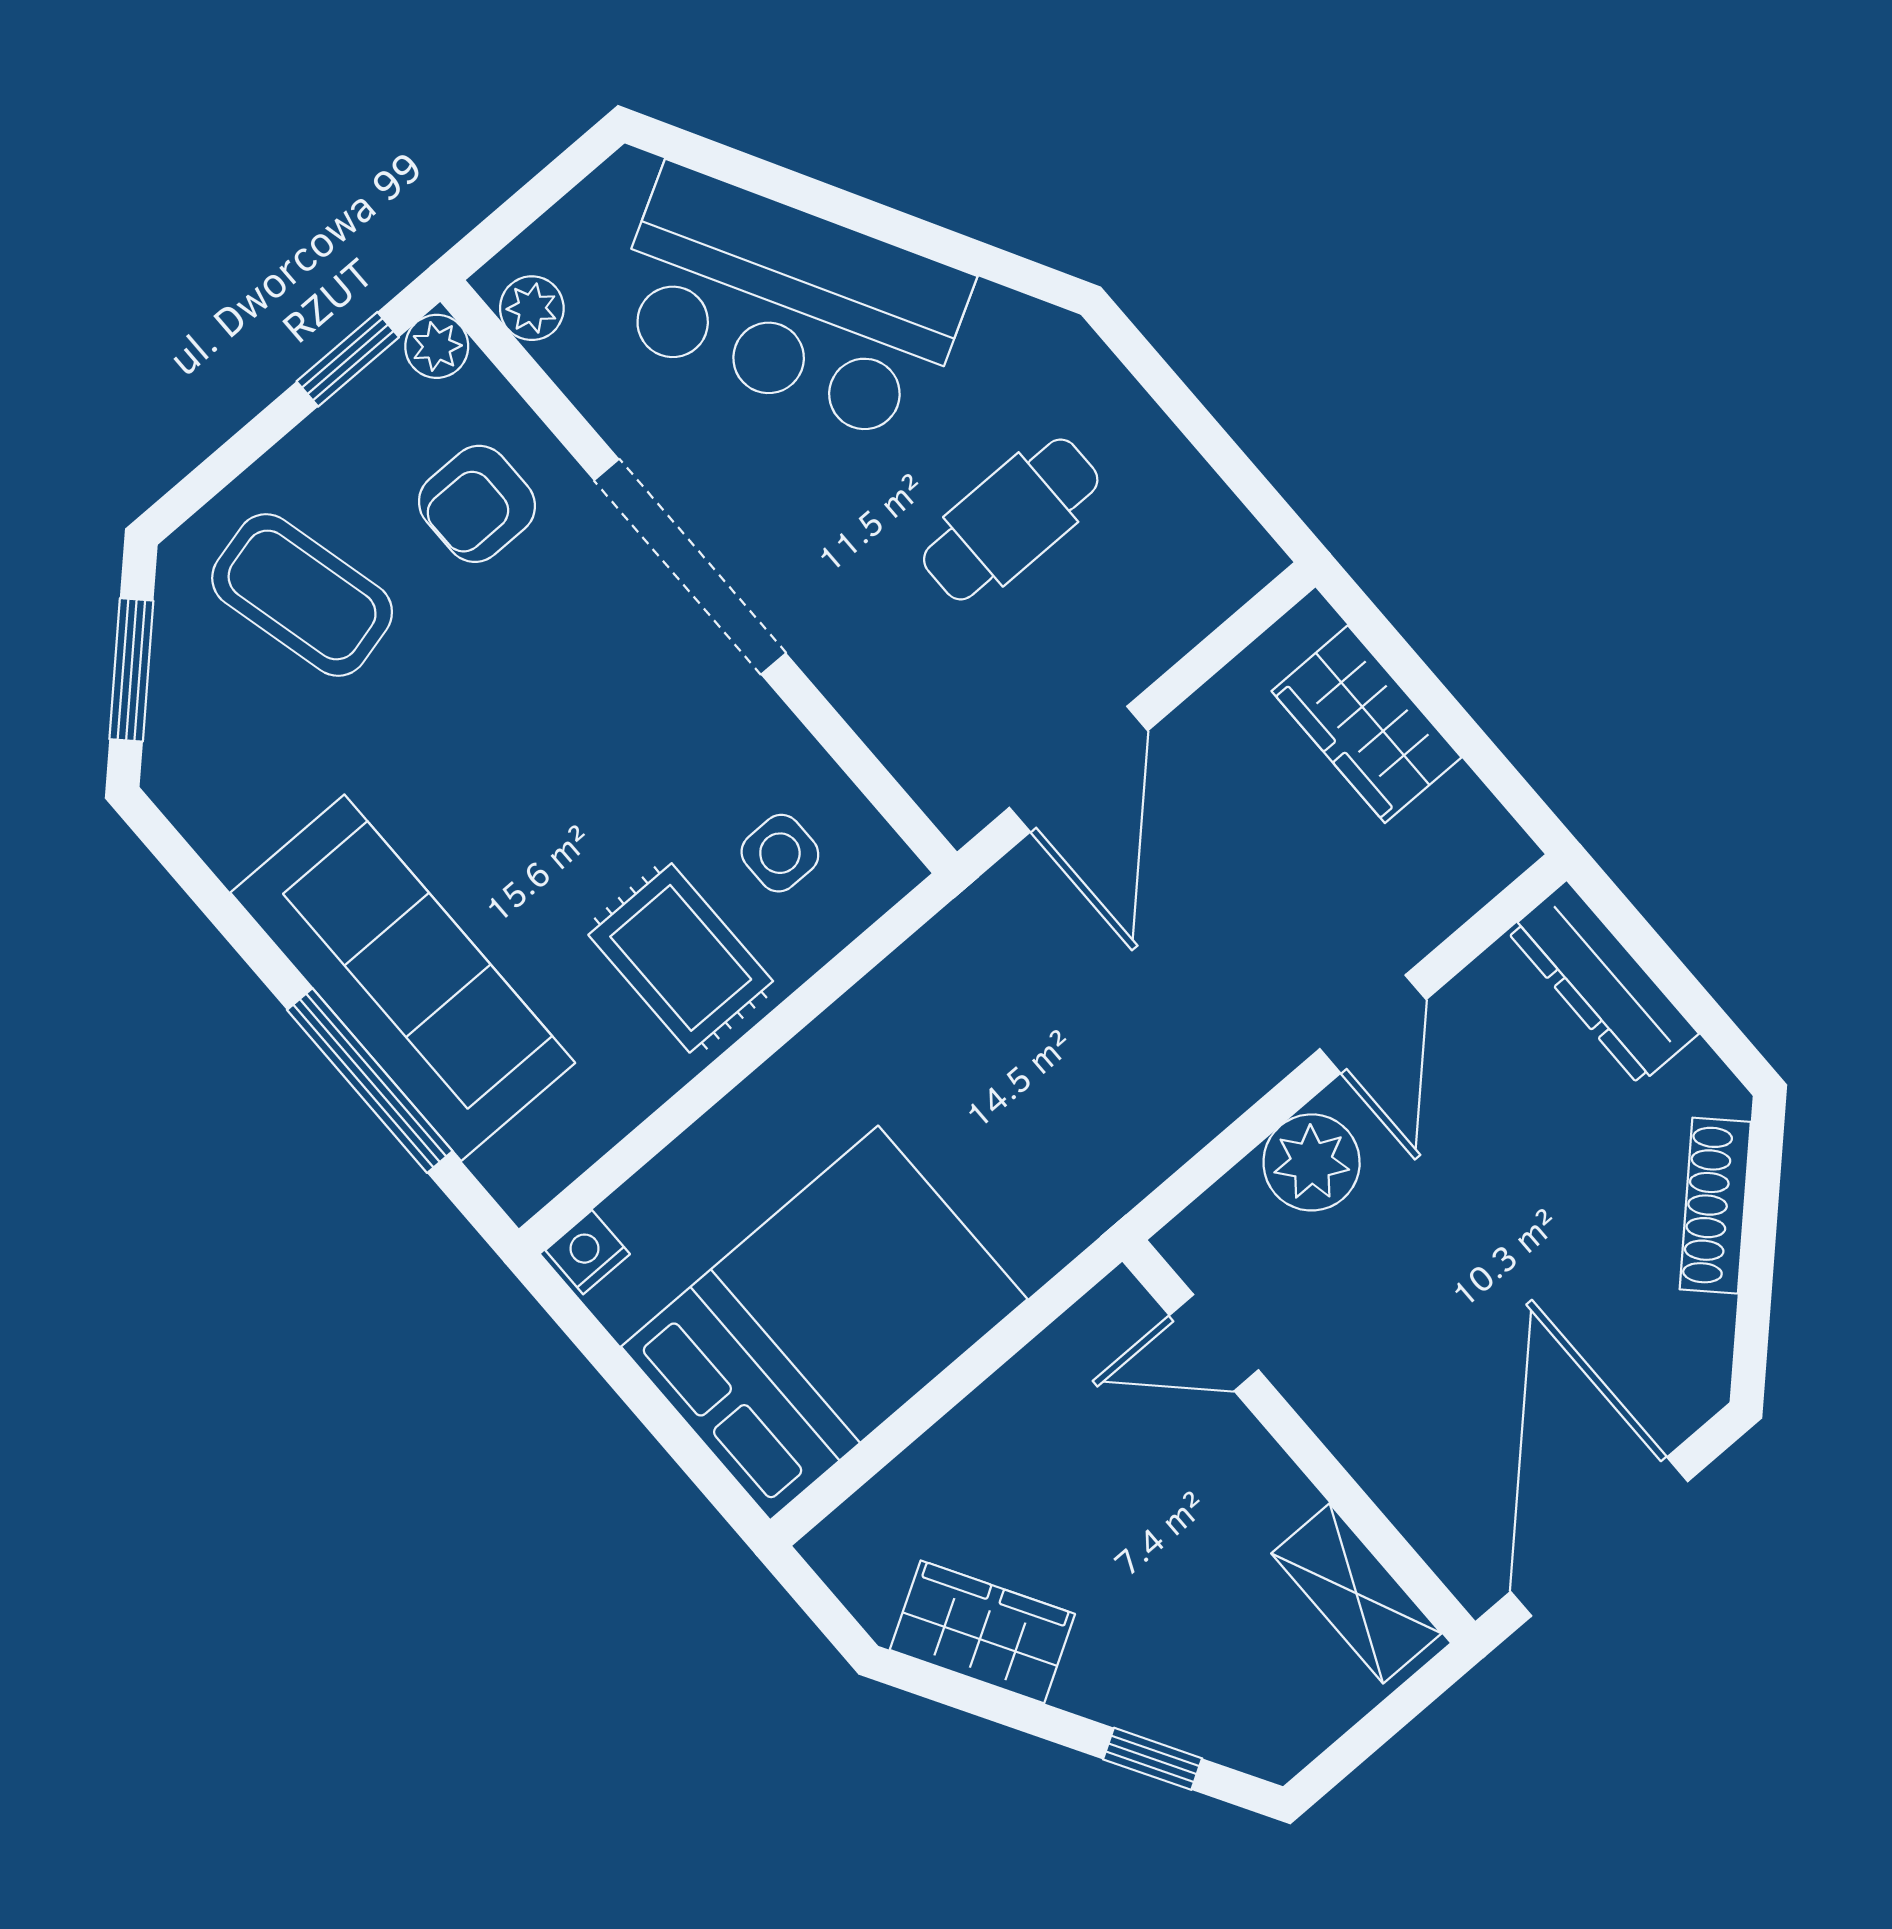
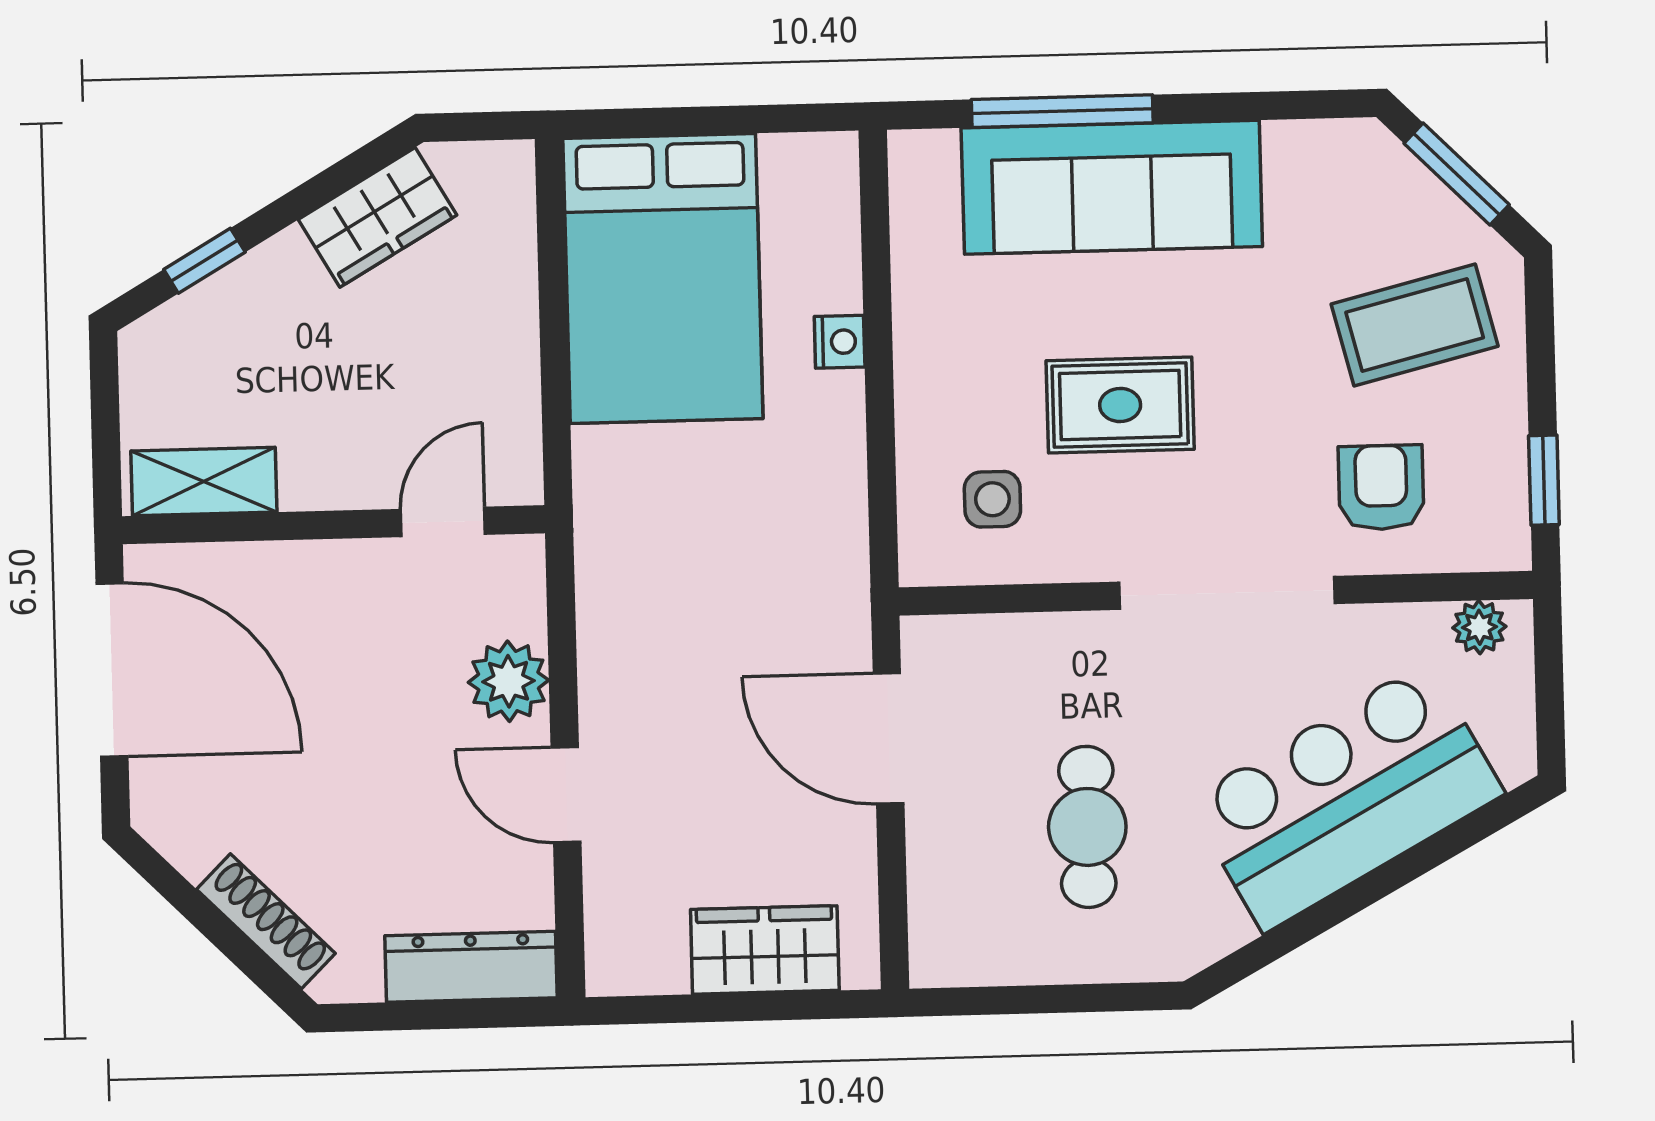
plant: (437, 346) -> (1505, 545), removed
rug: (681, 958) -> (1120, 405), moved
nightstand: (588, 1252) -> (840, 342), moved

